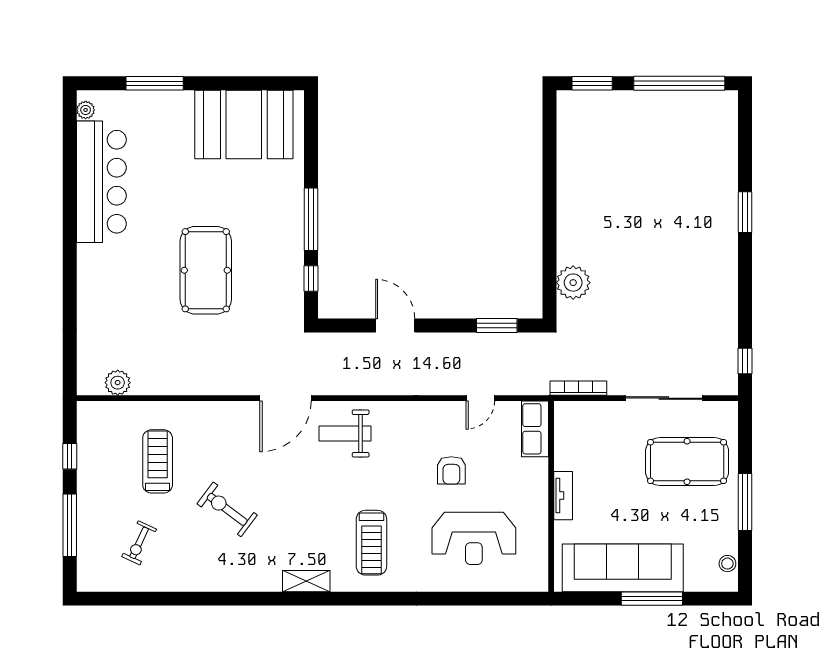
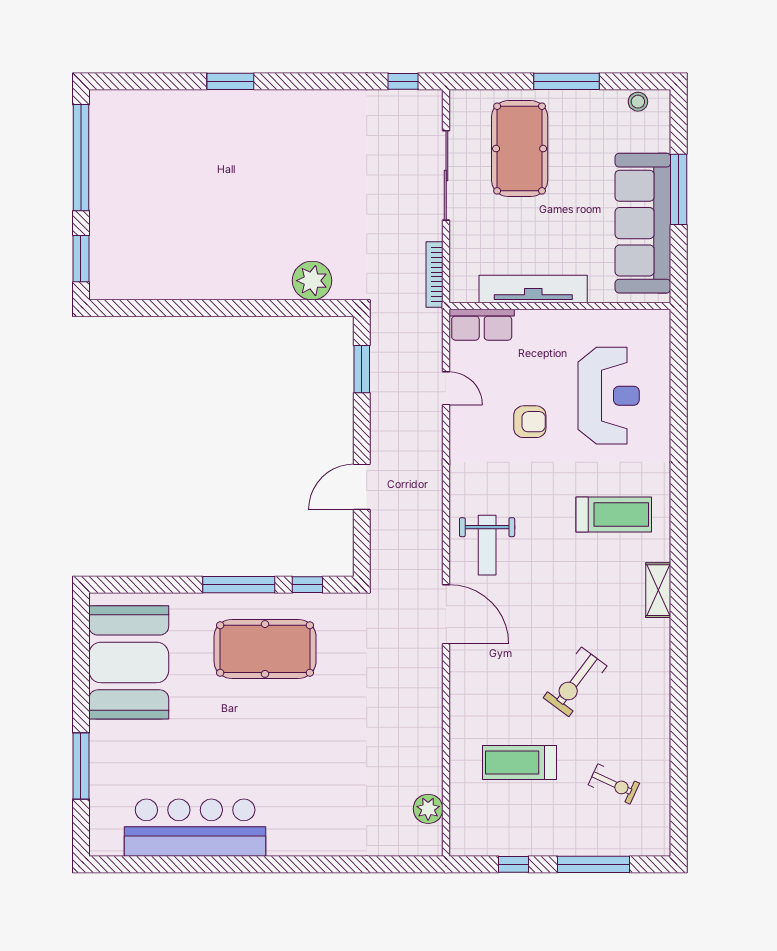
plant: (86, 110) -> (112, 846), removed
pool table: (206, 270) -> (265, 649), moved
tv unit: (563, 496) -> (533, 289), width x1.92, depth x1.29

